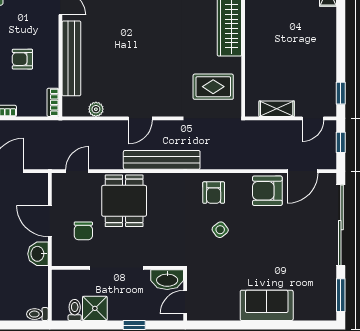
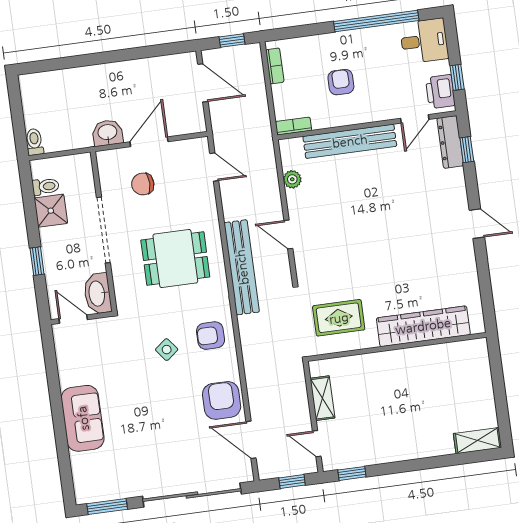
rug: (213, 87) -> (339, 318), turned 90
dining table: (124, 201) -> (175, 259), moved

